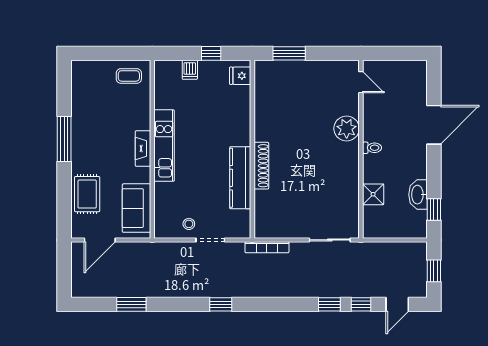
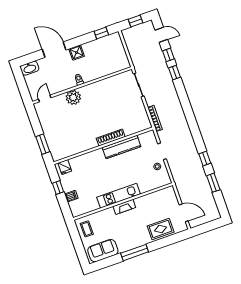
shower: (373, 194) -> (77, 53), moved
washbasin: (418, 195) -> (30, 68), moved
sofa: (136, 208) -> (103, 251), moved, turned 180
window: (221, 304) -> (205, 158), moved

